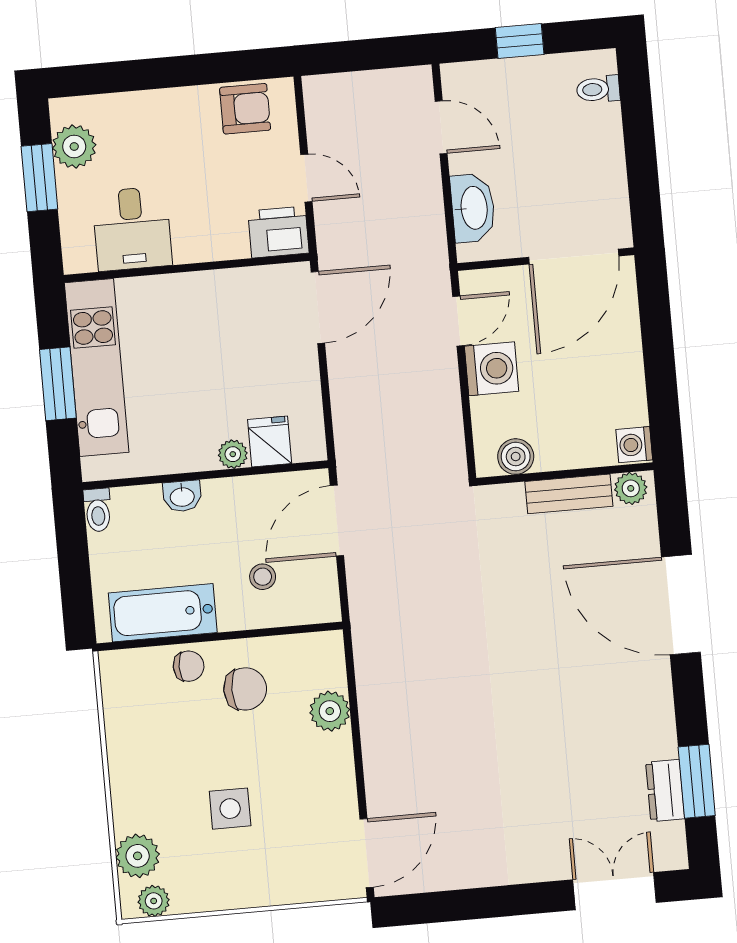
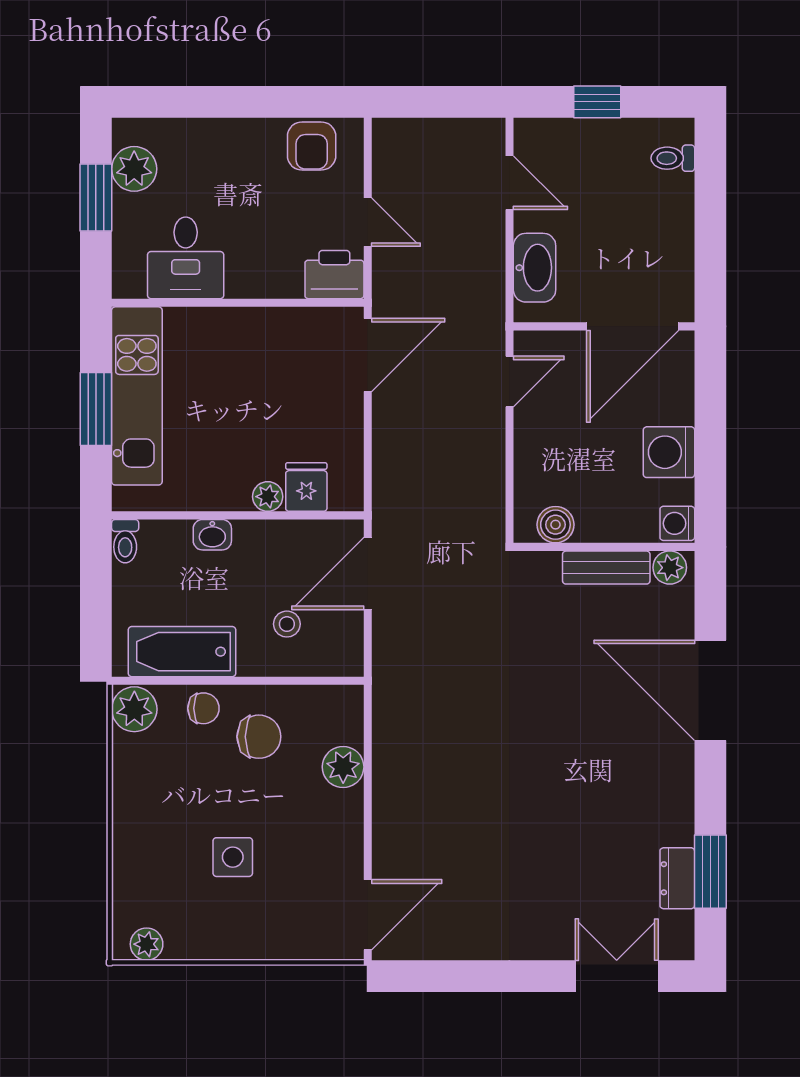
armchair: (245, 109) -> (312, 146), turned 90
washing machine: (492, 369) -> (669, 452), moved, turned 180
plant: (138, 856) -> (134, 709), moved

